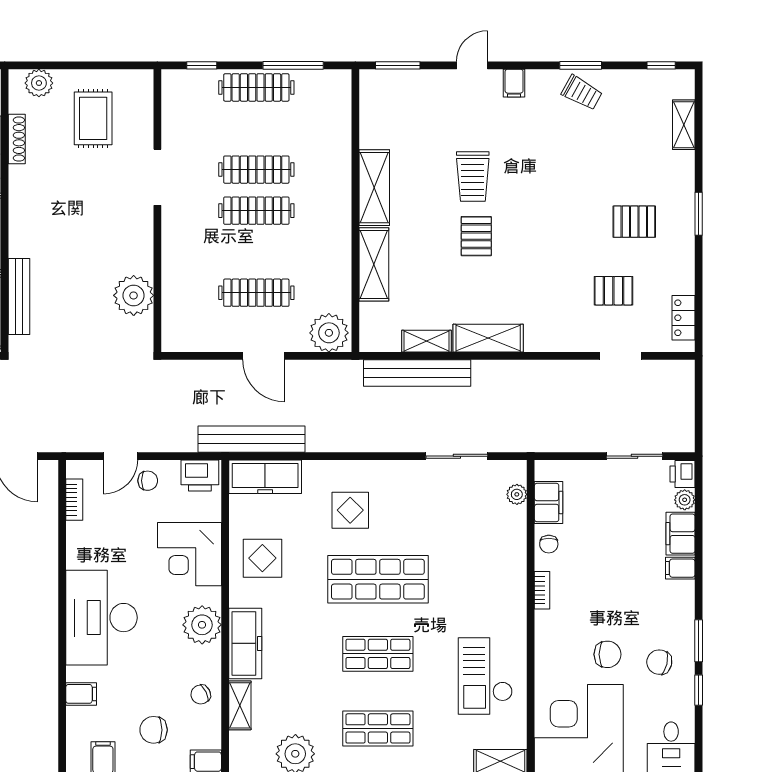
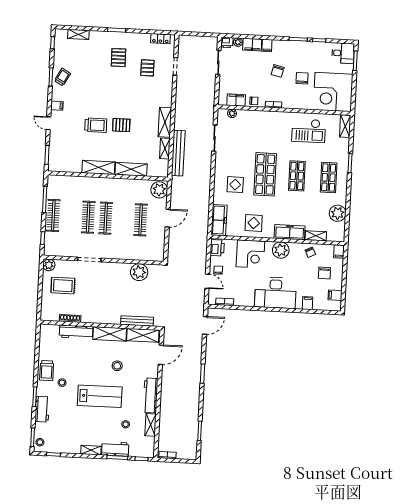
plant: (39, 83) -> (49, 265), moved
bench: (252, 439) -> (203, 225), removed
chair: (659, 662) -> (278, 71), moved

